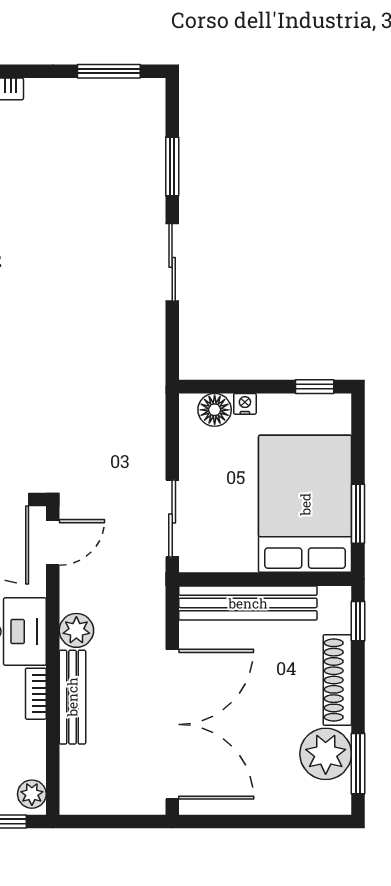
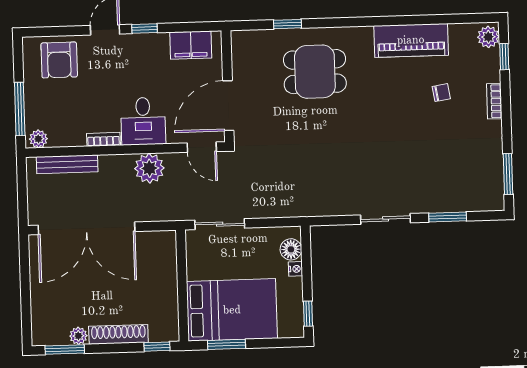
bench: (248, 603) -> (167, 275), removed
plant: (76, 630) -> (149, 168), width x1.36, depth x1.36
bench: (72, 697) -> (67, 164), moved
plant: (326, 754) -> (78, 336), width x0.53, depth x0.53

